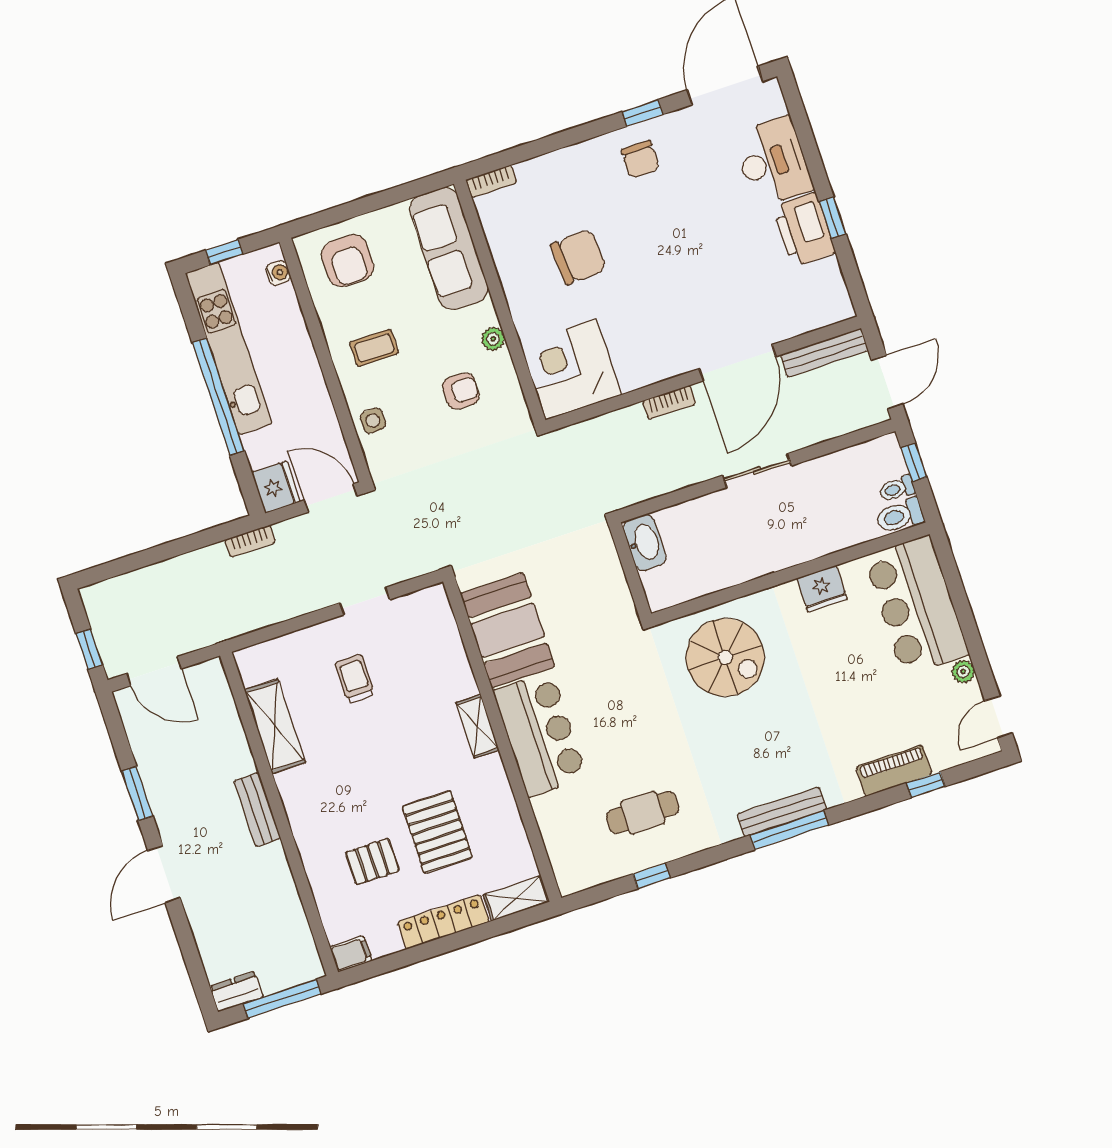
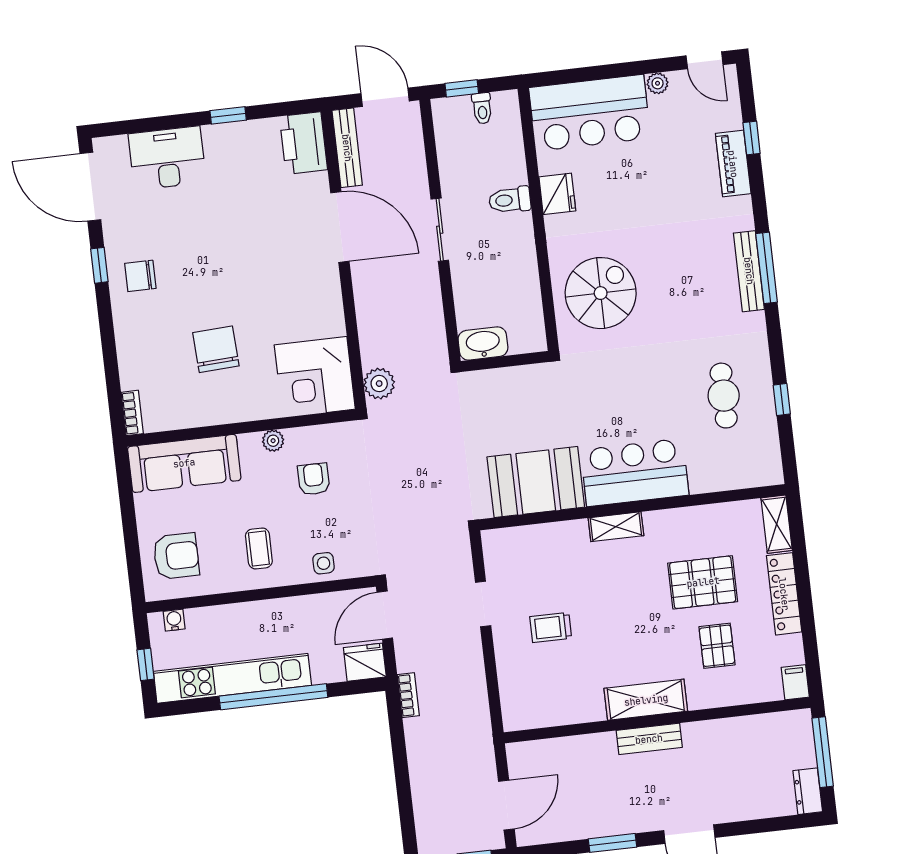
chair: (640, 159) -> (140, 276), turned 180
printer: (804, 230) -> (303, 143), moved, turned 90
bookcase: (669, 402) -> (362, 295), removed
plant: (578, 440) -> (379, 384), added
toilet: (900, 516) -> (510, 200), moved, turned 90
shelving: (275, 726) -> (646, 700), moved

